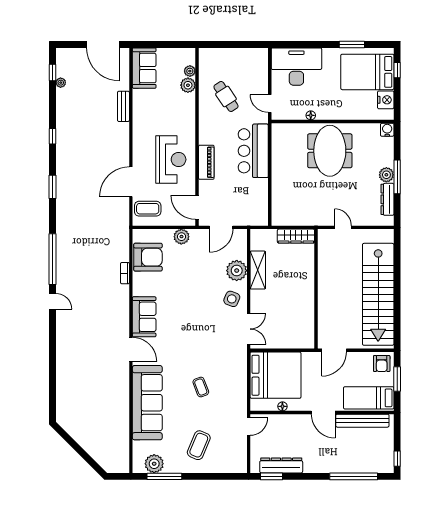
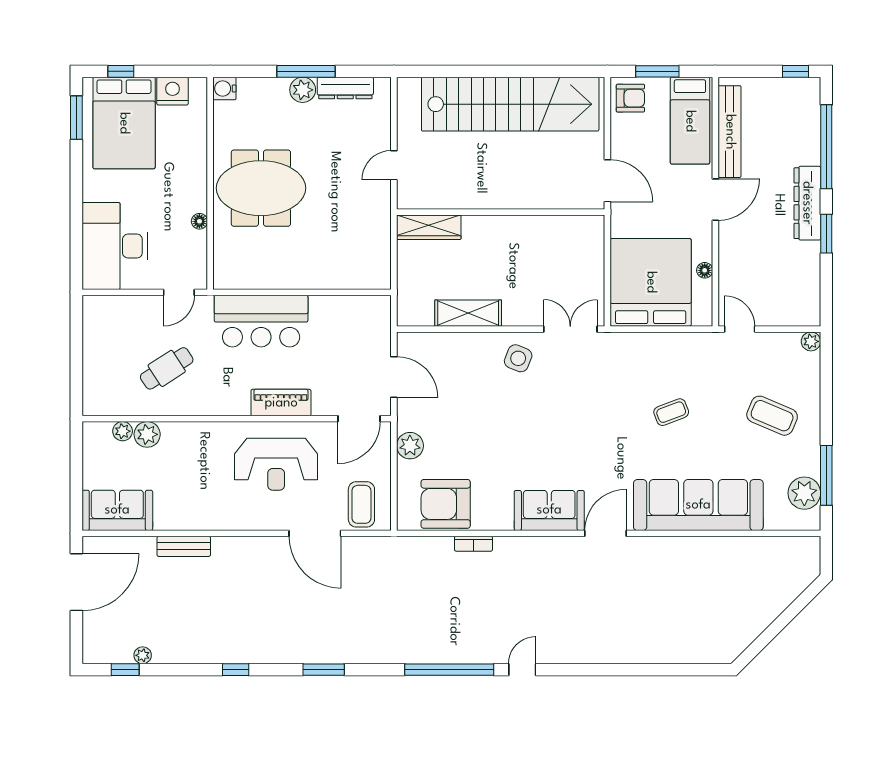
window: (352, 44) -> (76, 118), moved
reception desk: (171, 159) -> (276, 464), turned 180
wardrobe: (296, 236) -> (429, 227), moved, turned 90
armchair: (148, 257) -> (446, 504), turned -90
plant: (237, 271) -> (811, 341), moved, width x0.53, depth x0.53
dresser: (281, 465) -> (807, 203), moved
window: (271, 476) -> (826, 234), moved

